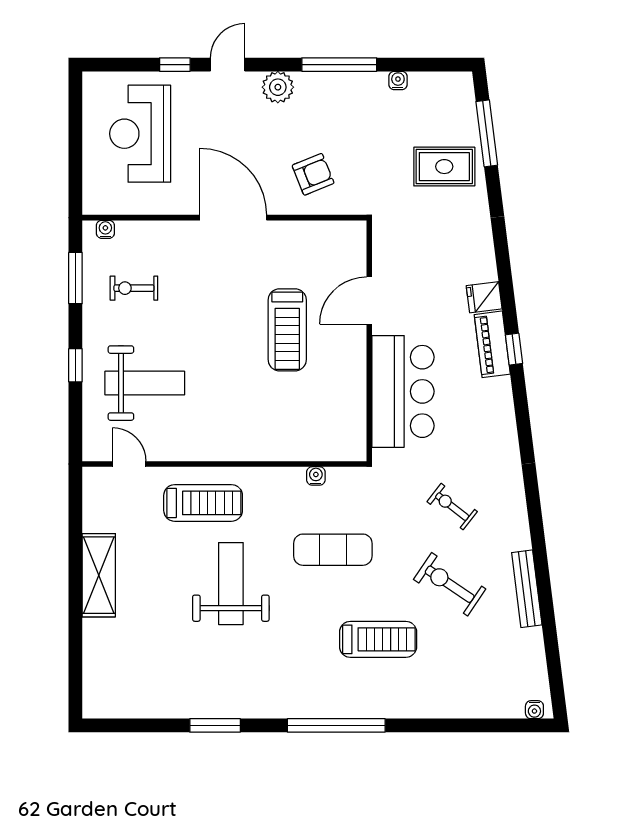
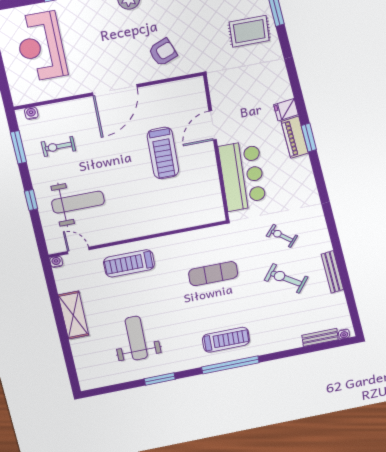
door: (233, 218) -> (115, 90), swing flipped
window: (514, 349) -> (309, 138), width x1.50
water cooler: (316, 476) -> (56, 262), moved
treadmill: (203, 503) -> (129, 263), turned 180
weight bench: (231, 584) -> (136, 338), moved
treadmill: (378, 639) -> (226, 340), moved
bench: (493, 707) -> (320, 337), added

